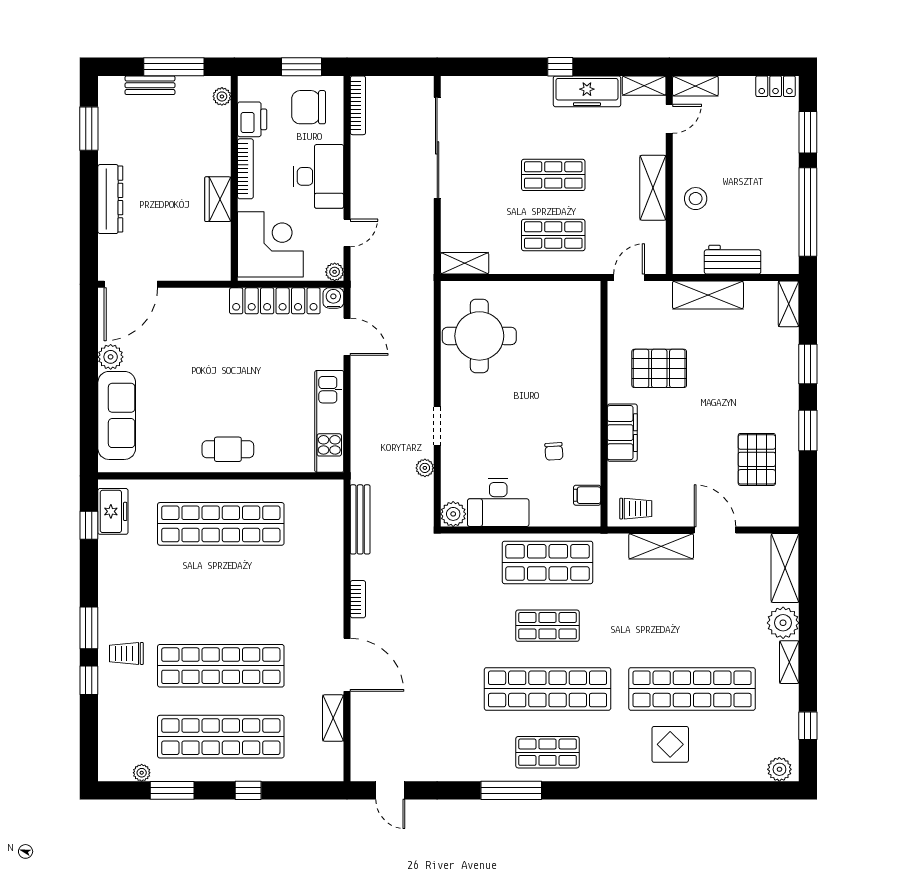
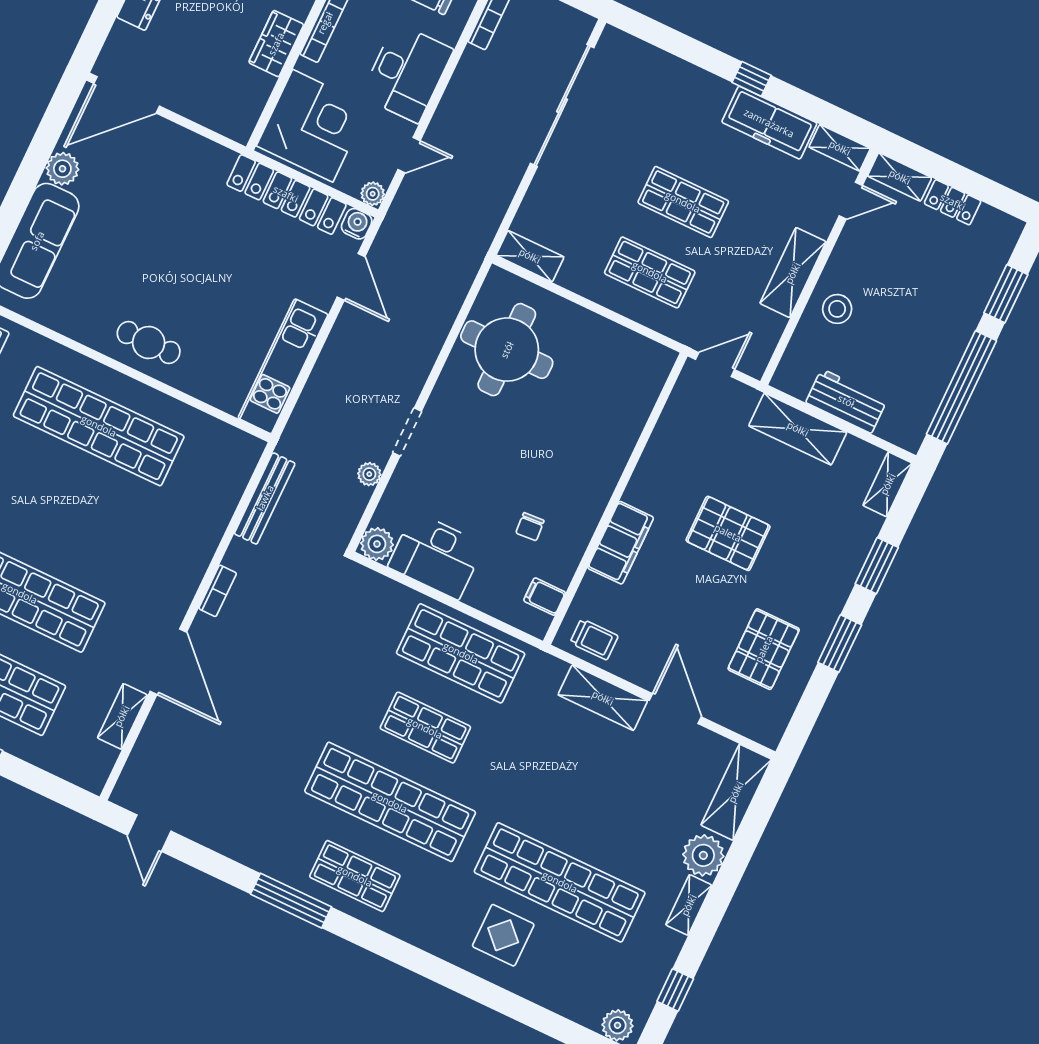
locker: (776, 86) -> (953, 202), moved
pallet: (659, 368) -> (728, 533), moved

